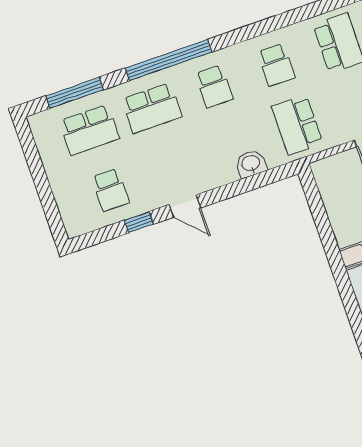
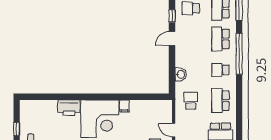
school desk: (276, 65) -> (220, 101), width x1.85
school desk: (297, 125) -> (191, 101), width x0.54

